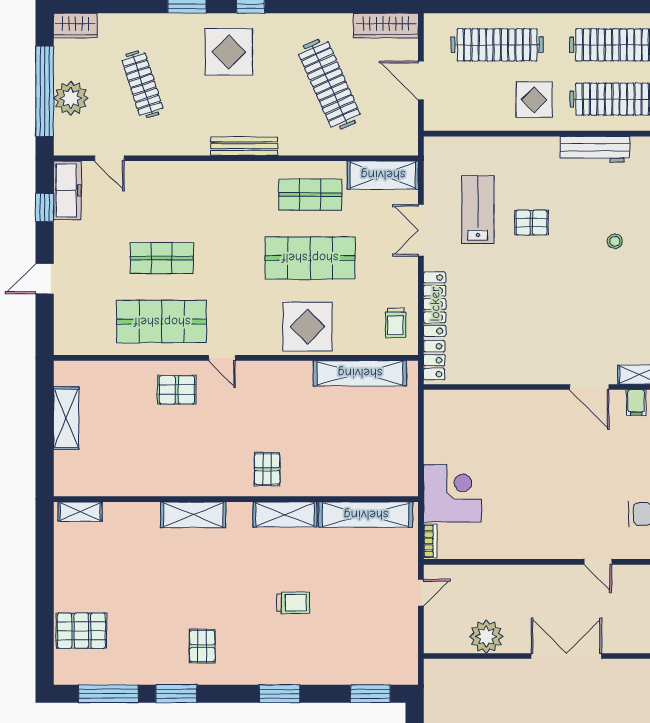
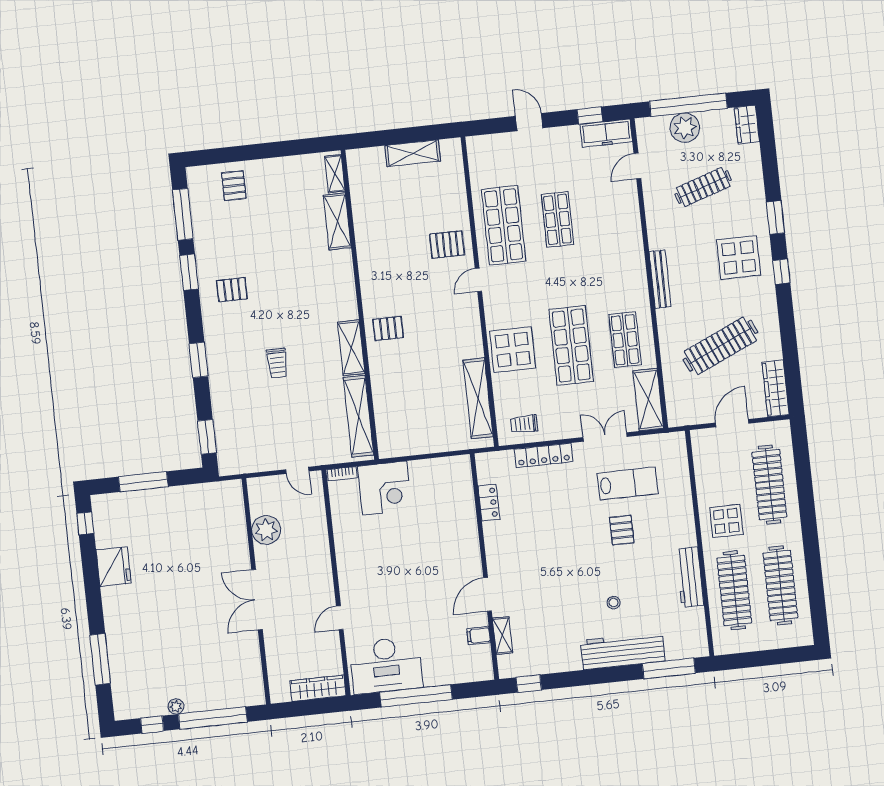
locker: (434, 360) -> (489, 503), moved, turned -90
pallet: (177, 390) -> (447, 245), turned 90
shelving: (193, 515) -> (337, 221), moved
pallet: (81, 631) -> (234, 186), width x0.67, depth x0.71
double door: (566, 656) -> (257, 600), swing flipped

